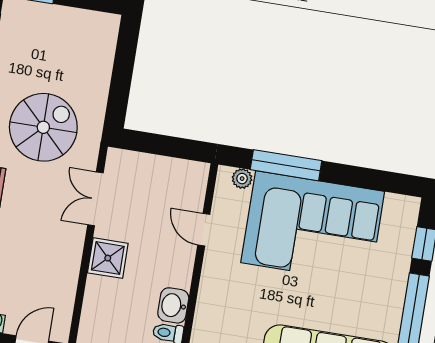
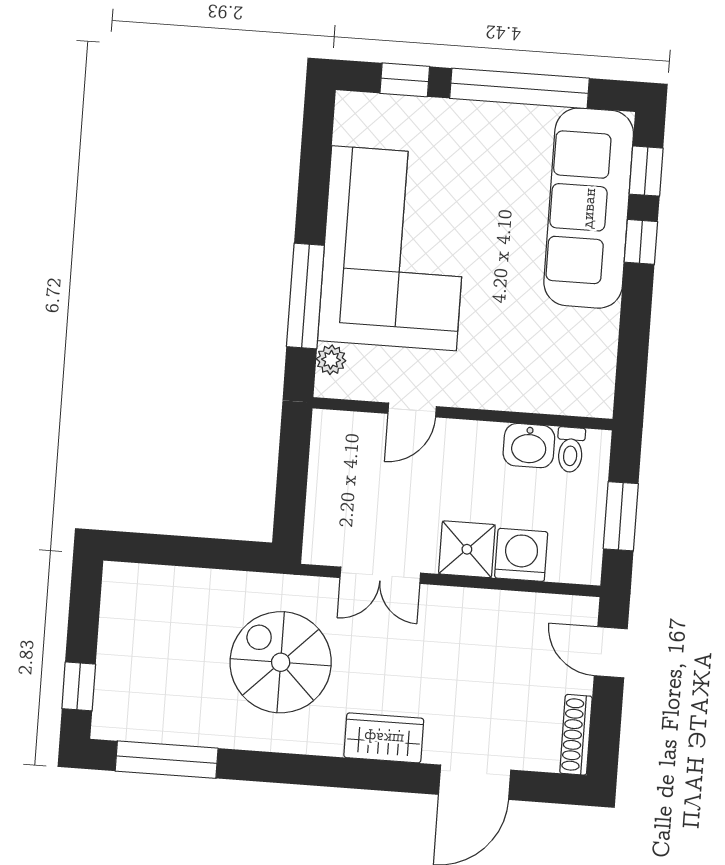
washing machine: (101, 294) -> (521, 555), added

